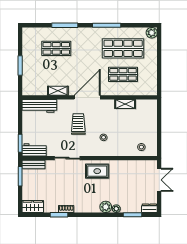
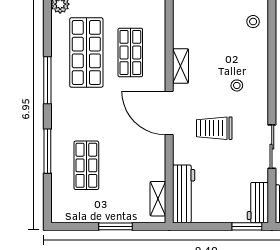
shelving: (58, 91) -> (158, 199), moved
shelving: (125, 104) -> (181, 66), moved

